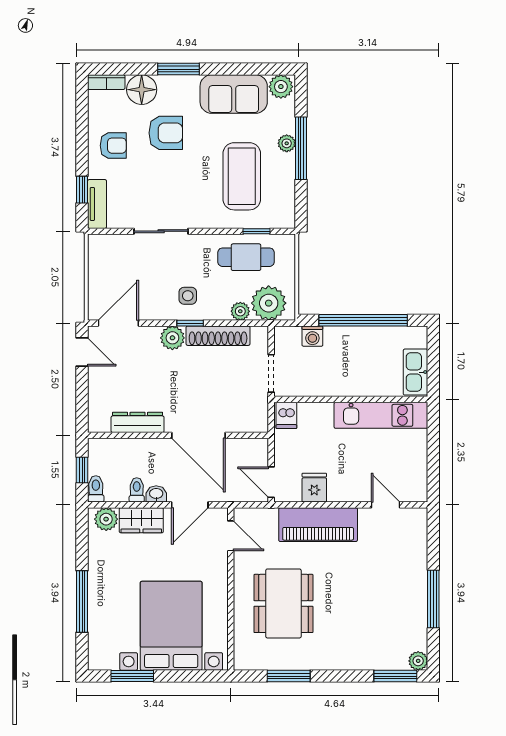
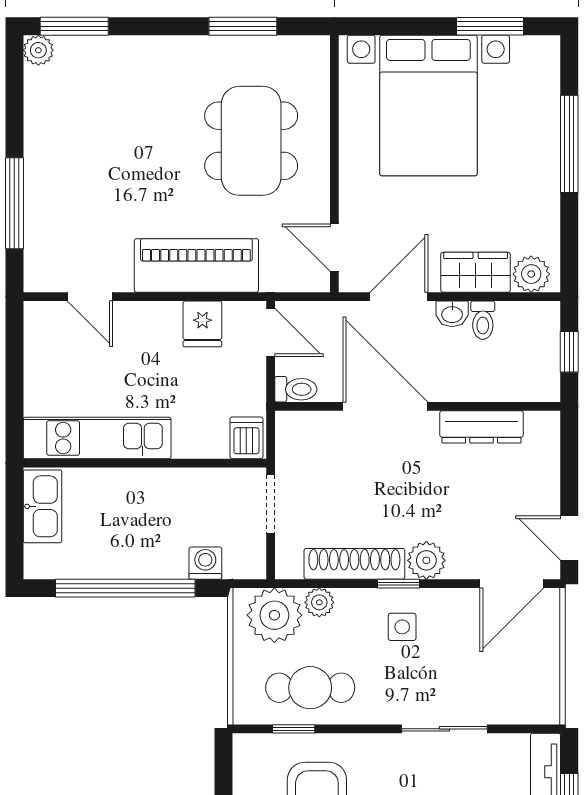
toilet: (96, 489) -> (296, 389), moved, turned -90
window: (433, 599) -> (14, 203), moved

